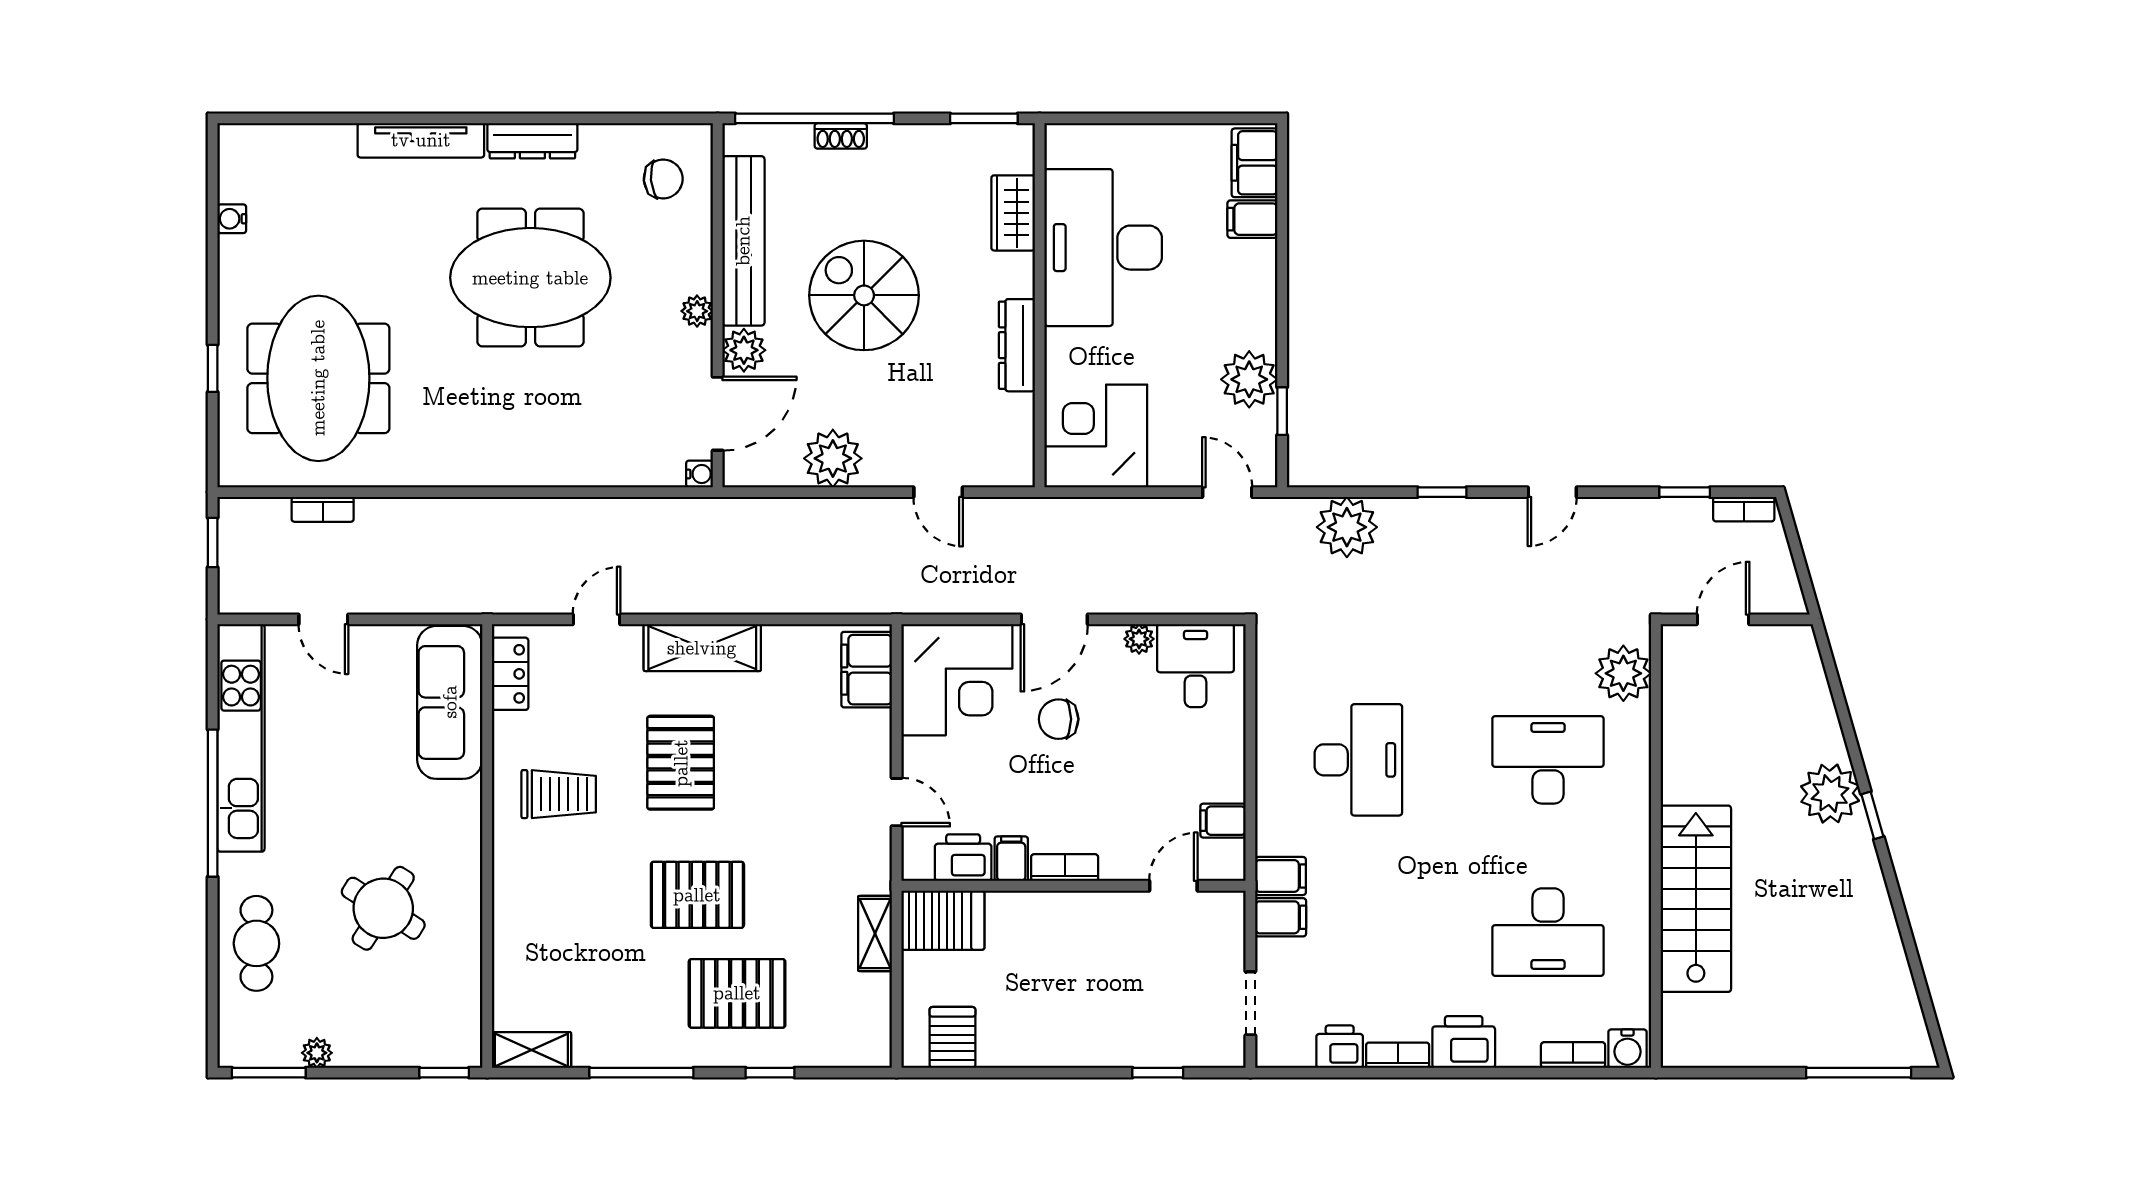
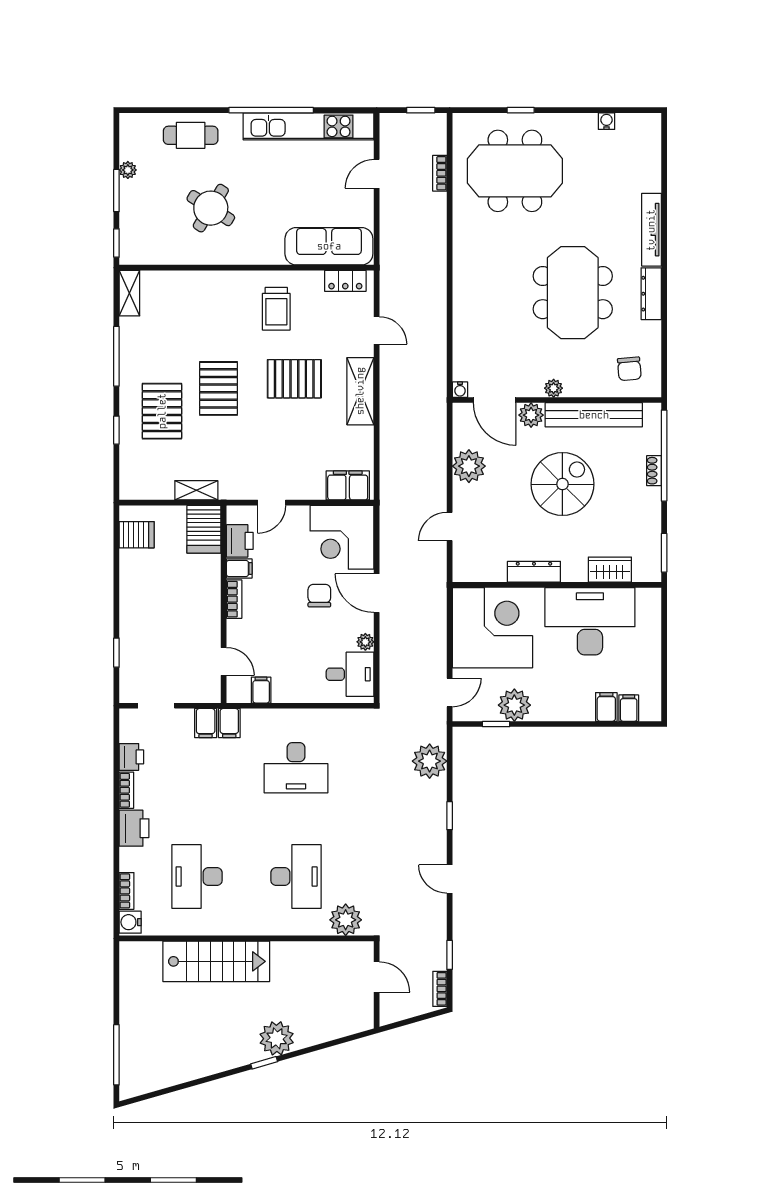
filing cabinet: (1255, 163) -> (629, 708), width x0.50
corner desk: (1096, 436) -> (492, 628), width x1.36, depth x1.36
window: (269, 1073) -> (116, 191), moved

